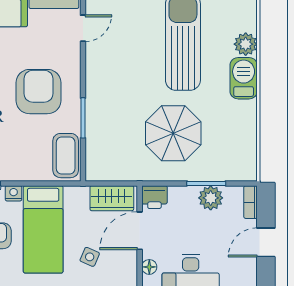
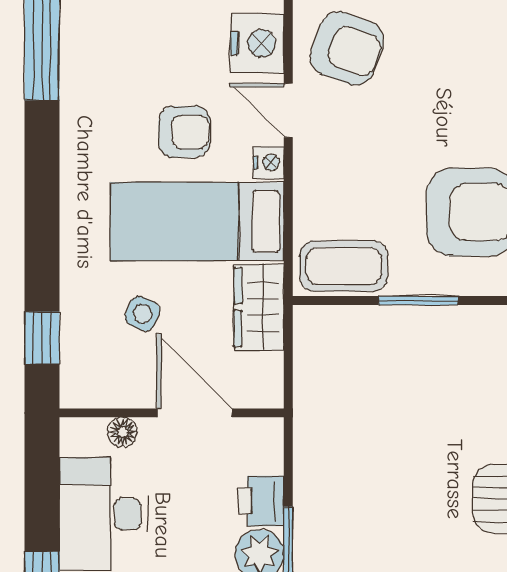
parasol: (173, 133) -> (388, 479), removed
printer: (154, 197) -> (261, 501), moved
wardrobe: (112, 198) -> (259, 307), moved

